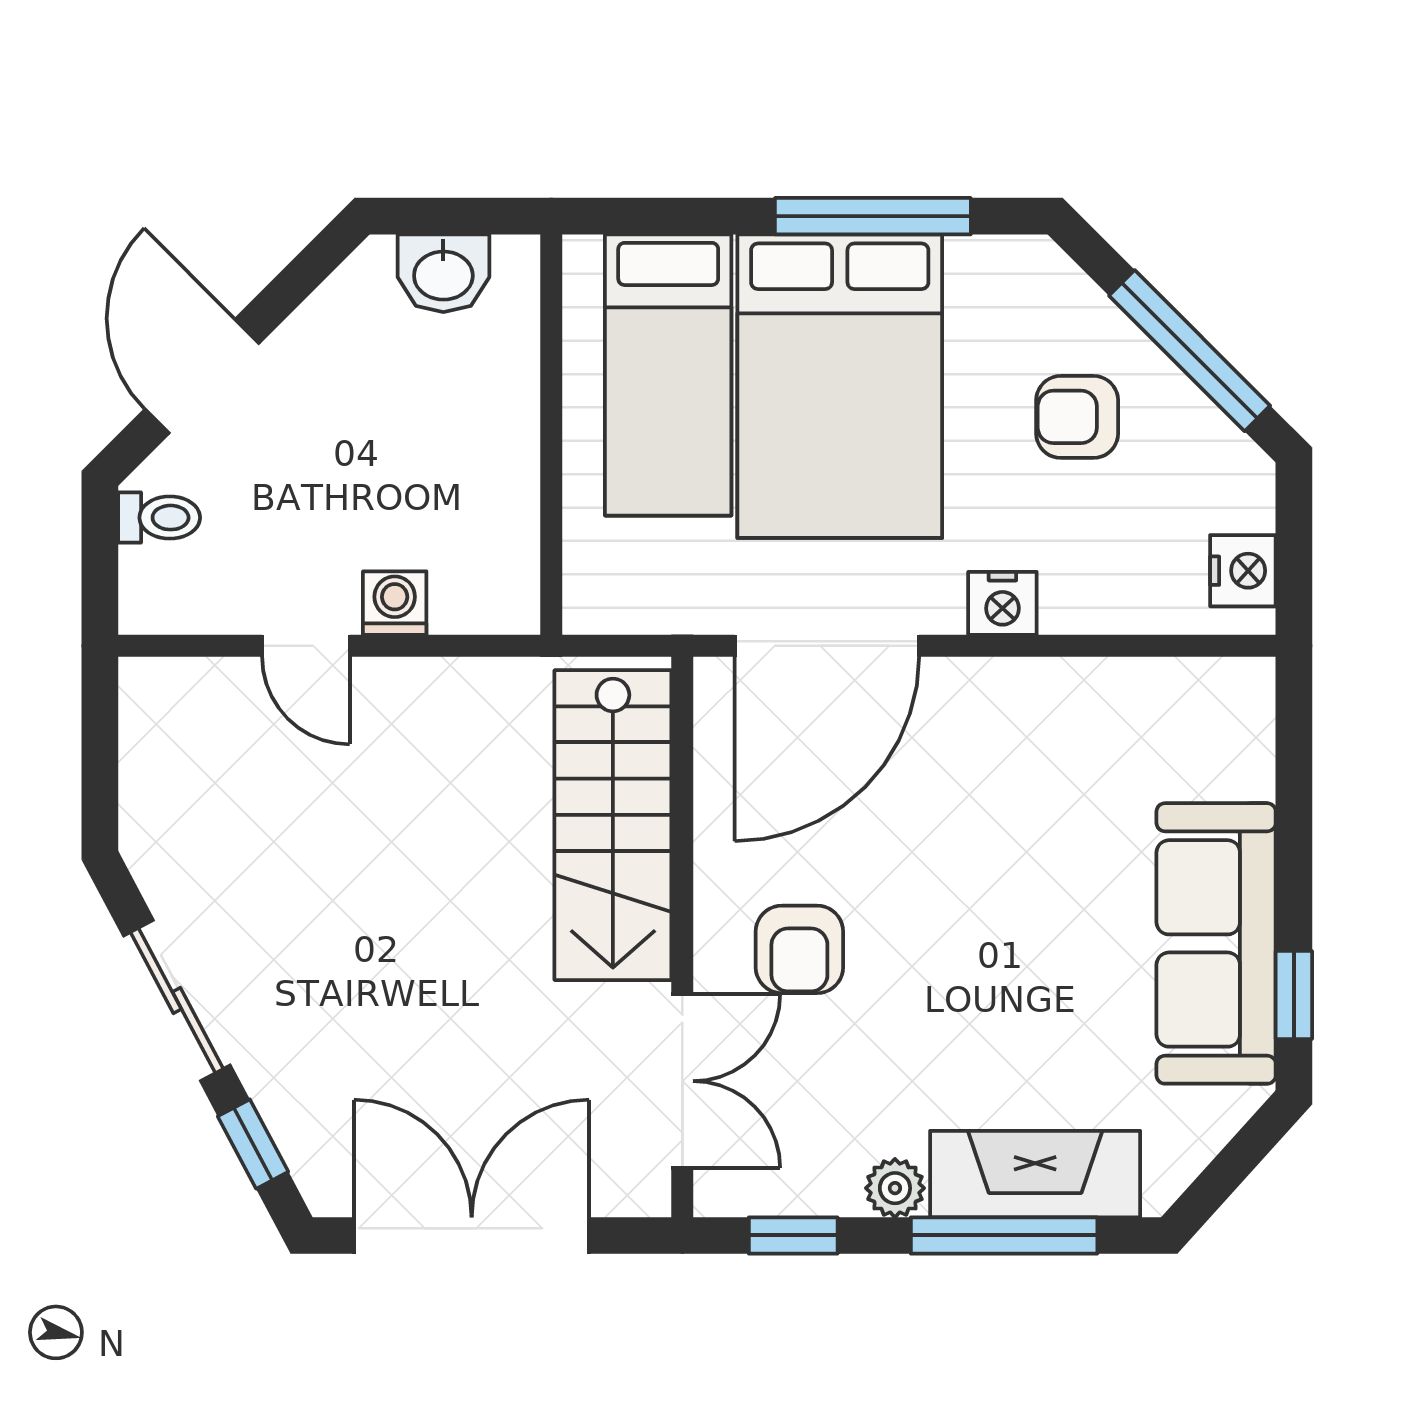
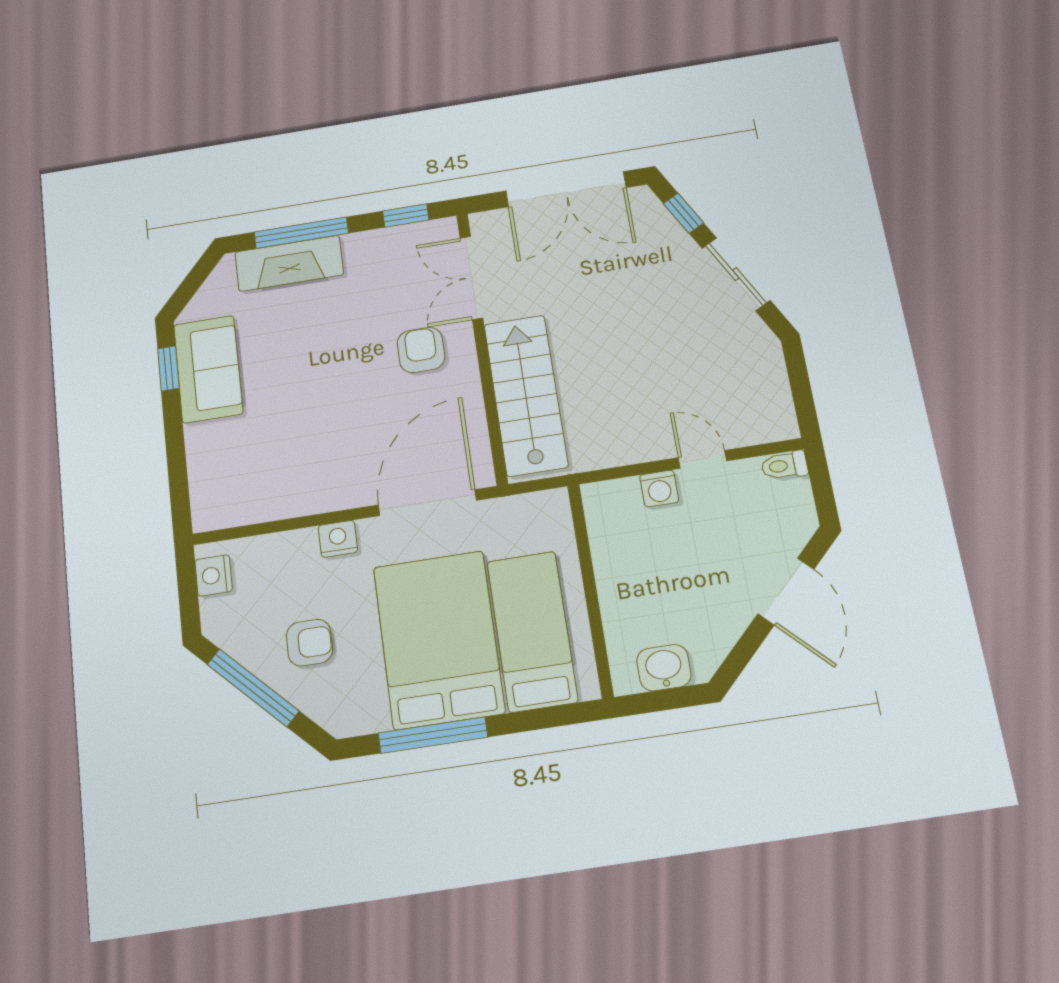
toilet: (159, 518) -> (784, 465), moved
sofa: (1216, 943) -> (208, 369), width x0.73
plant: (895, 1188) -> (358, 245), removed

